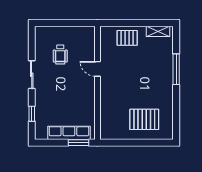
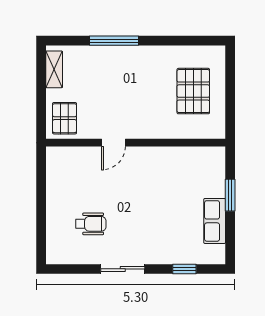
door: (97, 69) -> (113, 143), moved
wall: (97, 83) -> (136, 143), moved
row of seats: (69, 133) -> (215, 221), width x0.68

